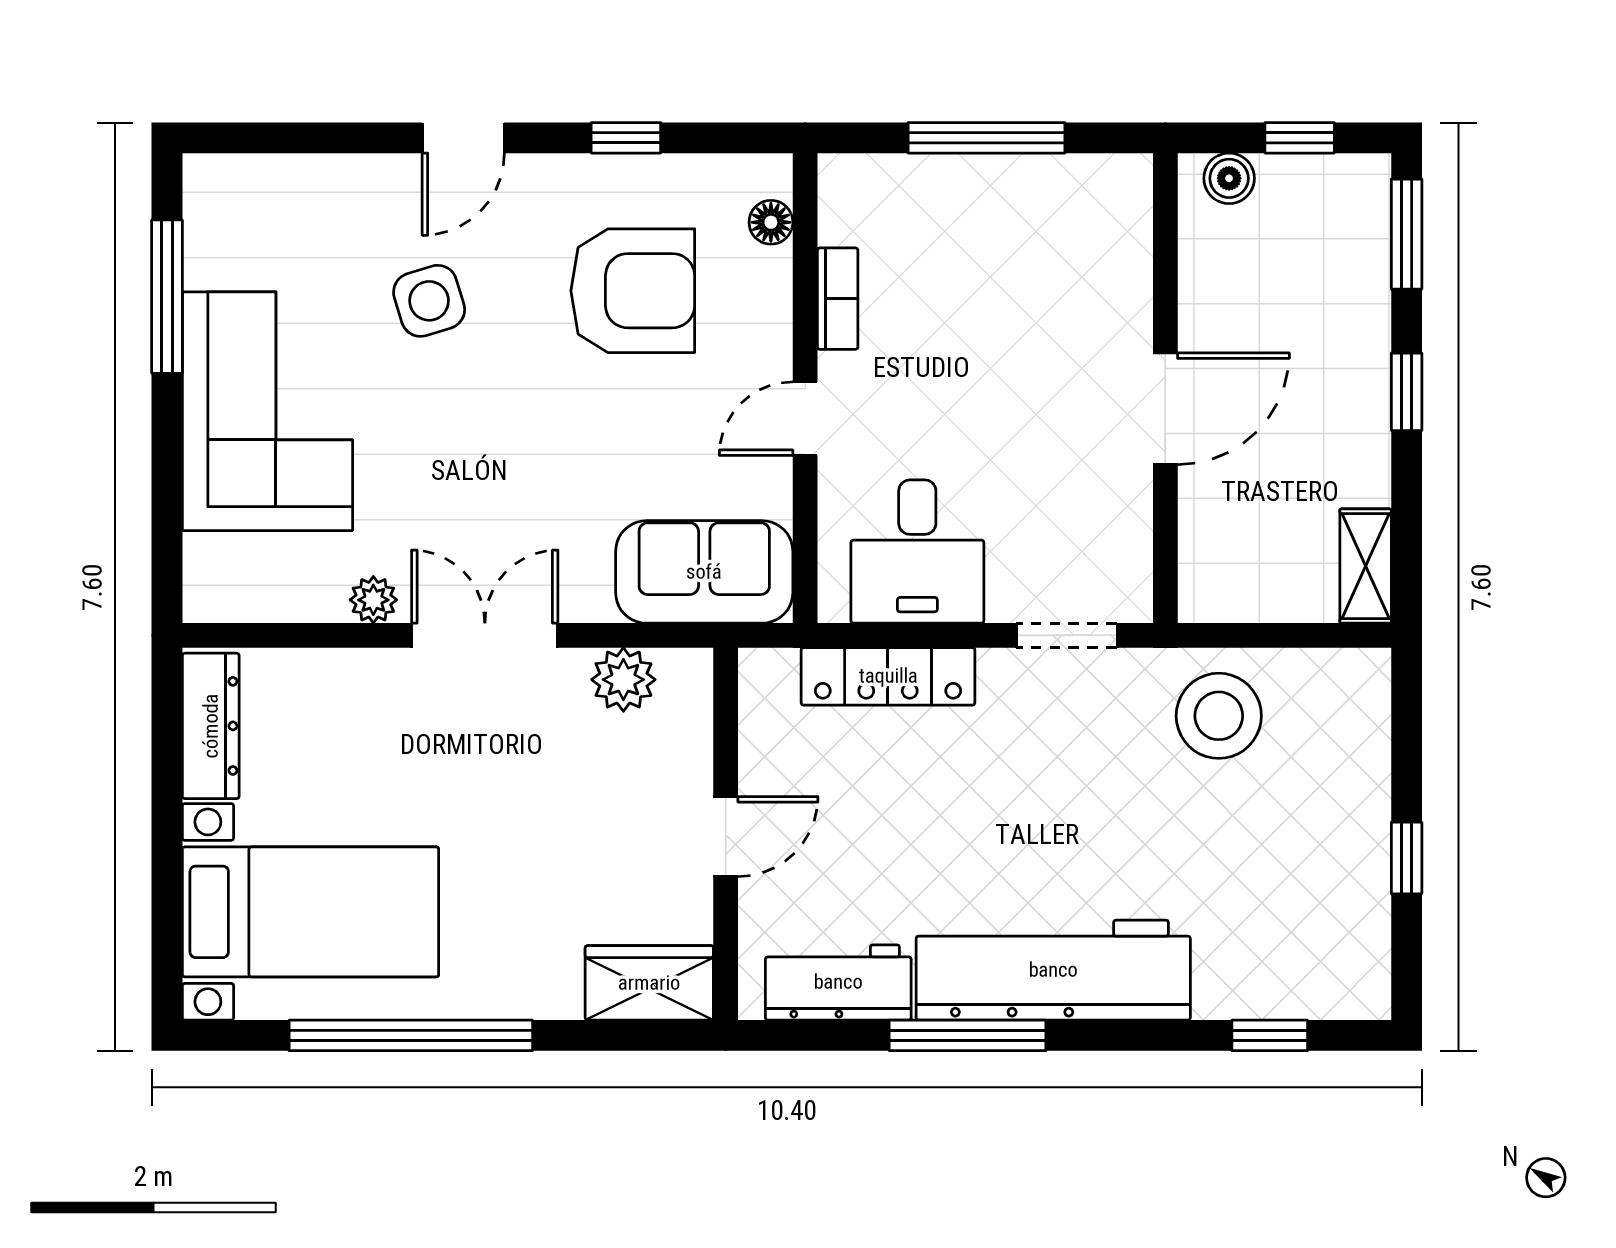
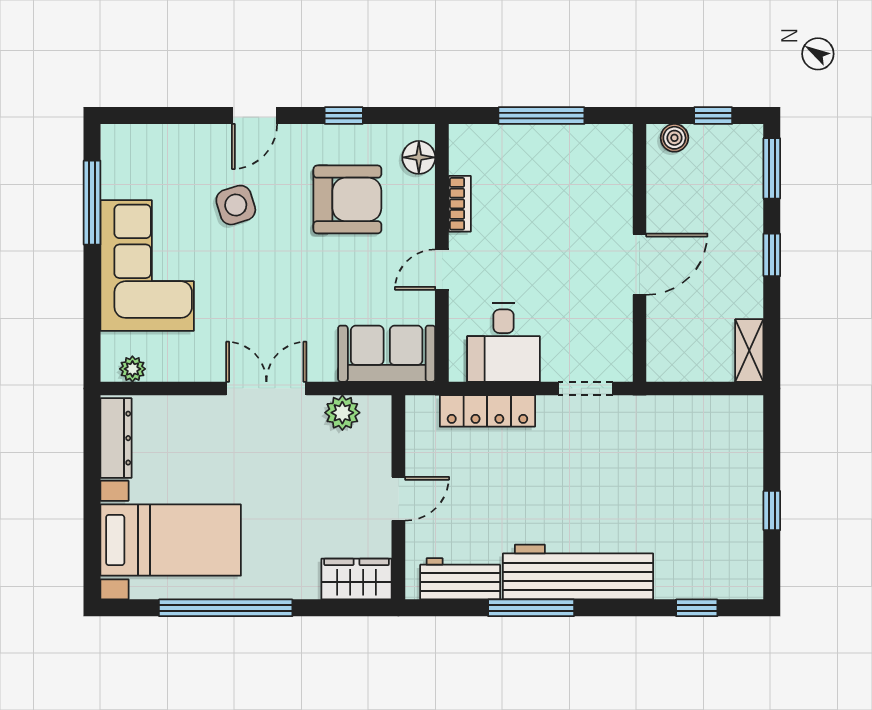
floor lamp: (771, 222) -> (419, 157), width x1.37, depth x1.37
plant: (373, 600) -> (132, 369), moved
stool: (1219, 716) -> (669, 433), removed

